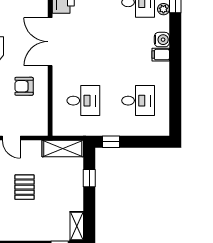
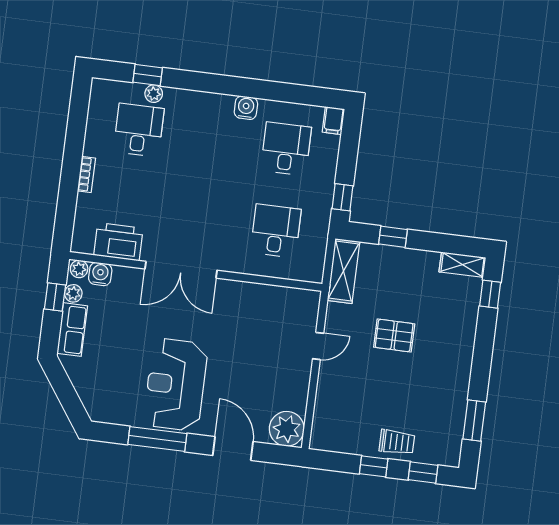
water cooler: (162, 40) -> (246, 108), moved
filing cabinet: (161, 55) -> (333, 121), moved
armchair: (24, 86) -> (243, 317), removed

